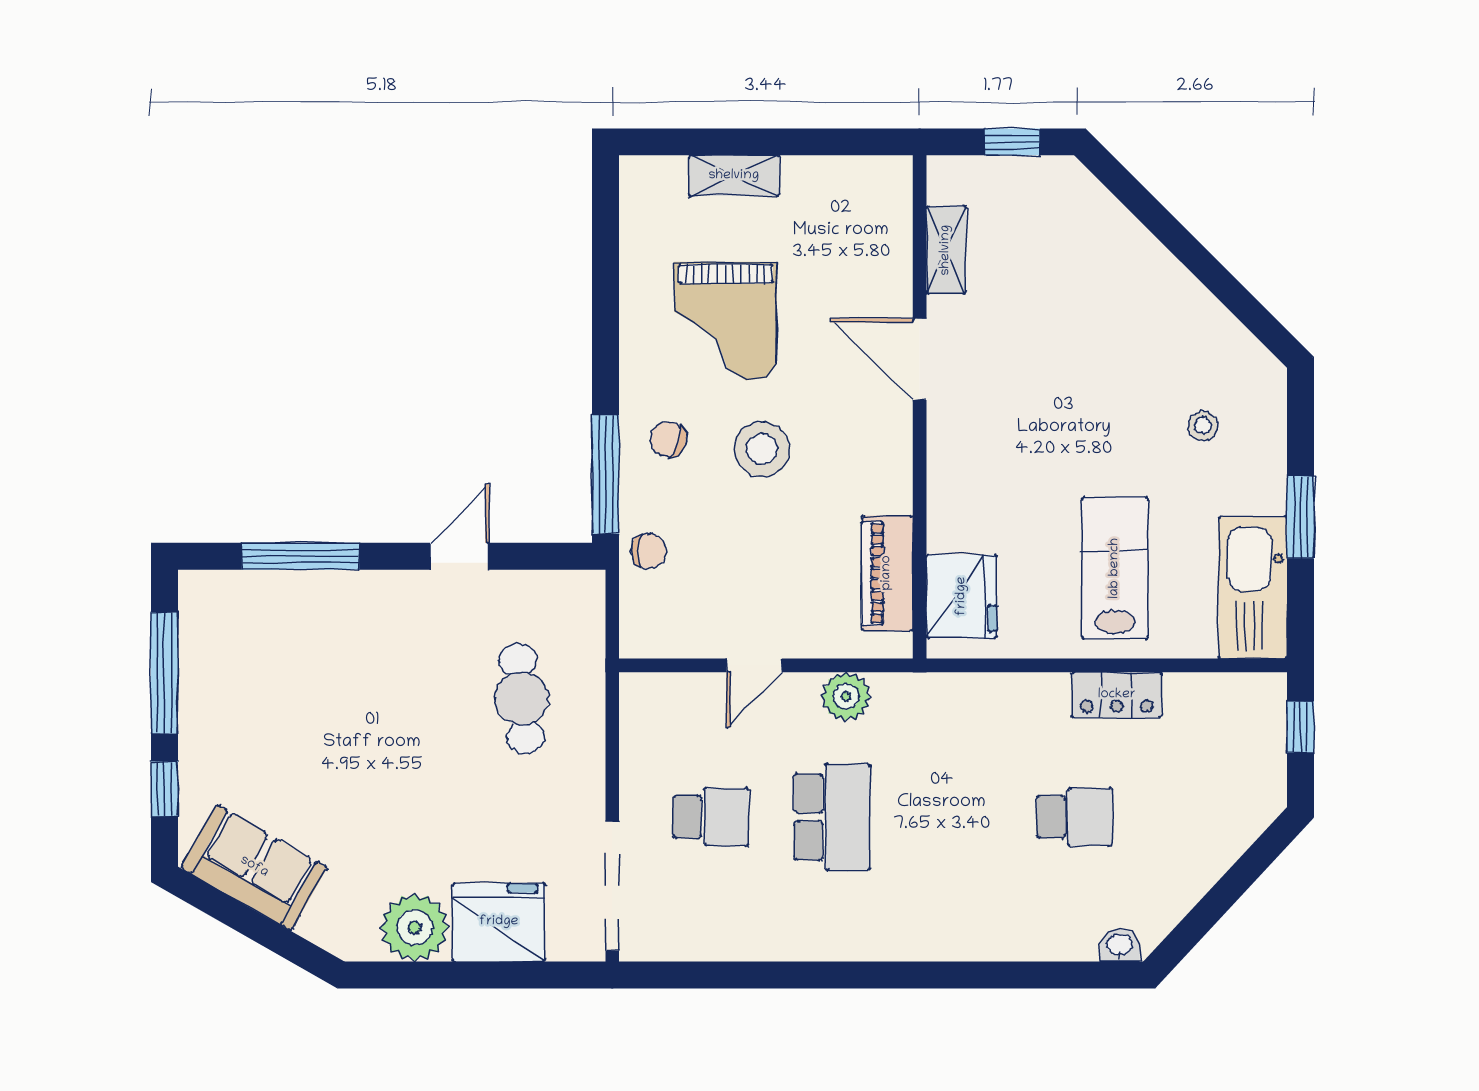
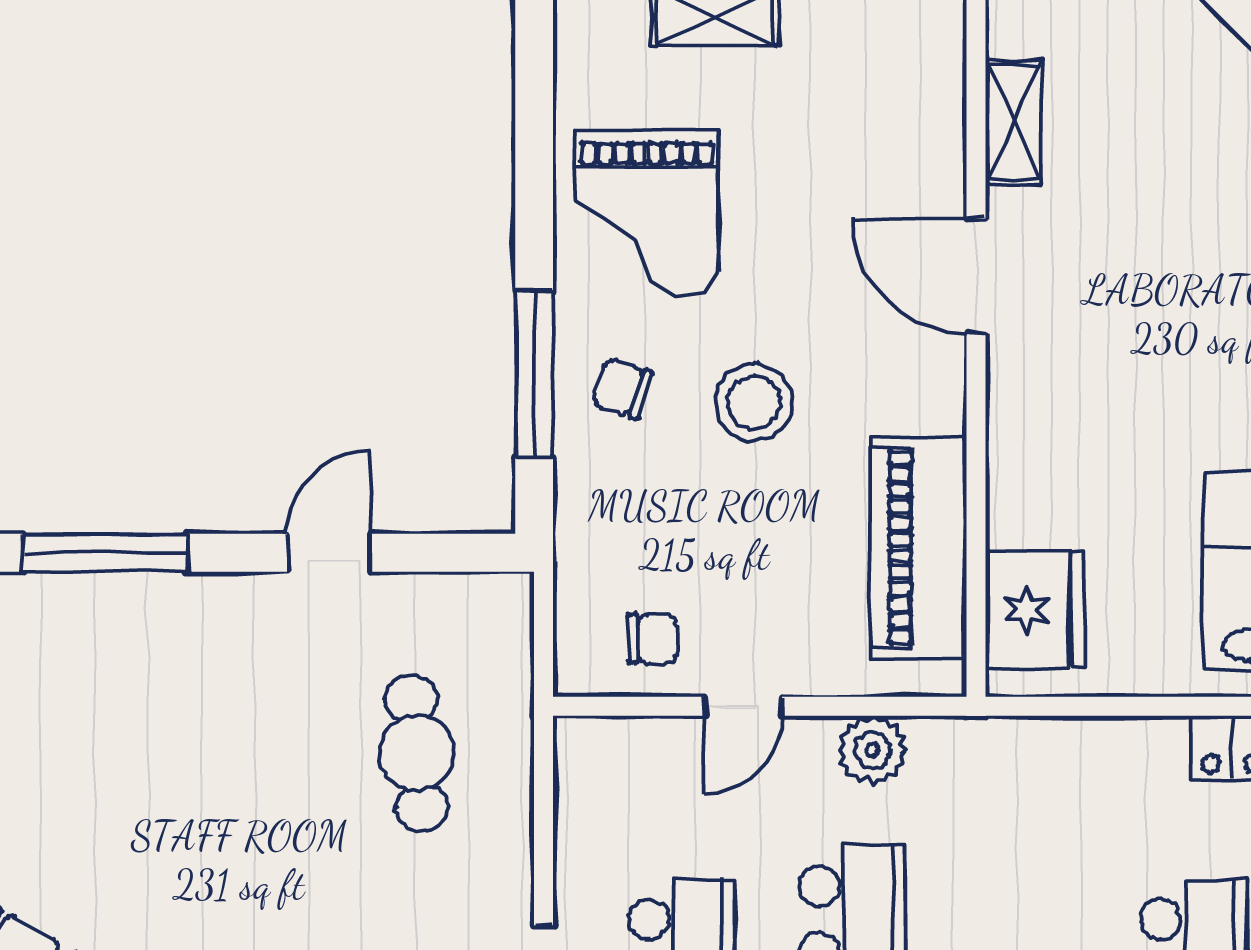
grand piano: (725, 321) -> (647, 213), moved
window: (606, 475) -> (534, 374), moved
chair: (649, 551) -> (652, 639), moved
piano: (887, 573) -> (918, 547), width x1.37, depth x1.33

